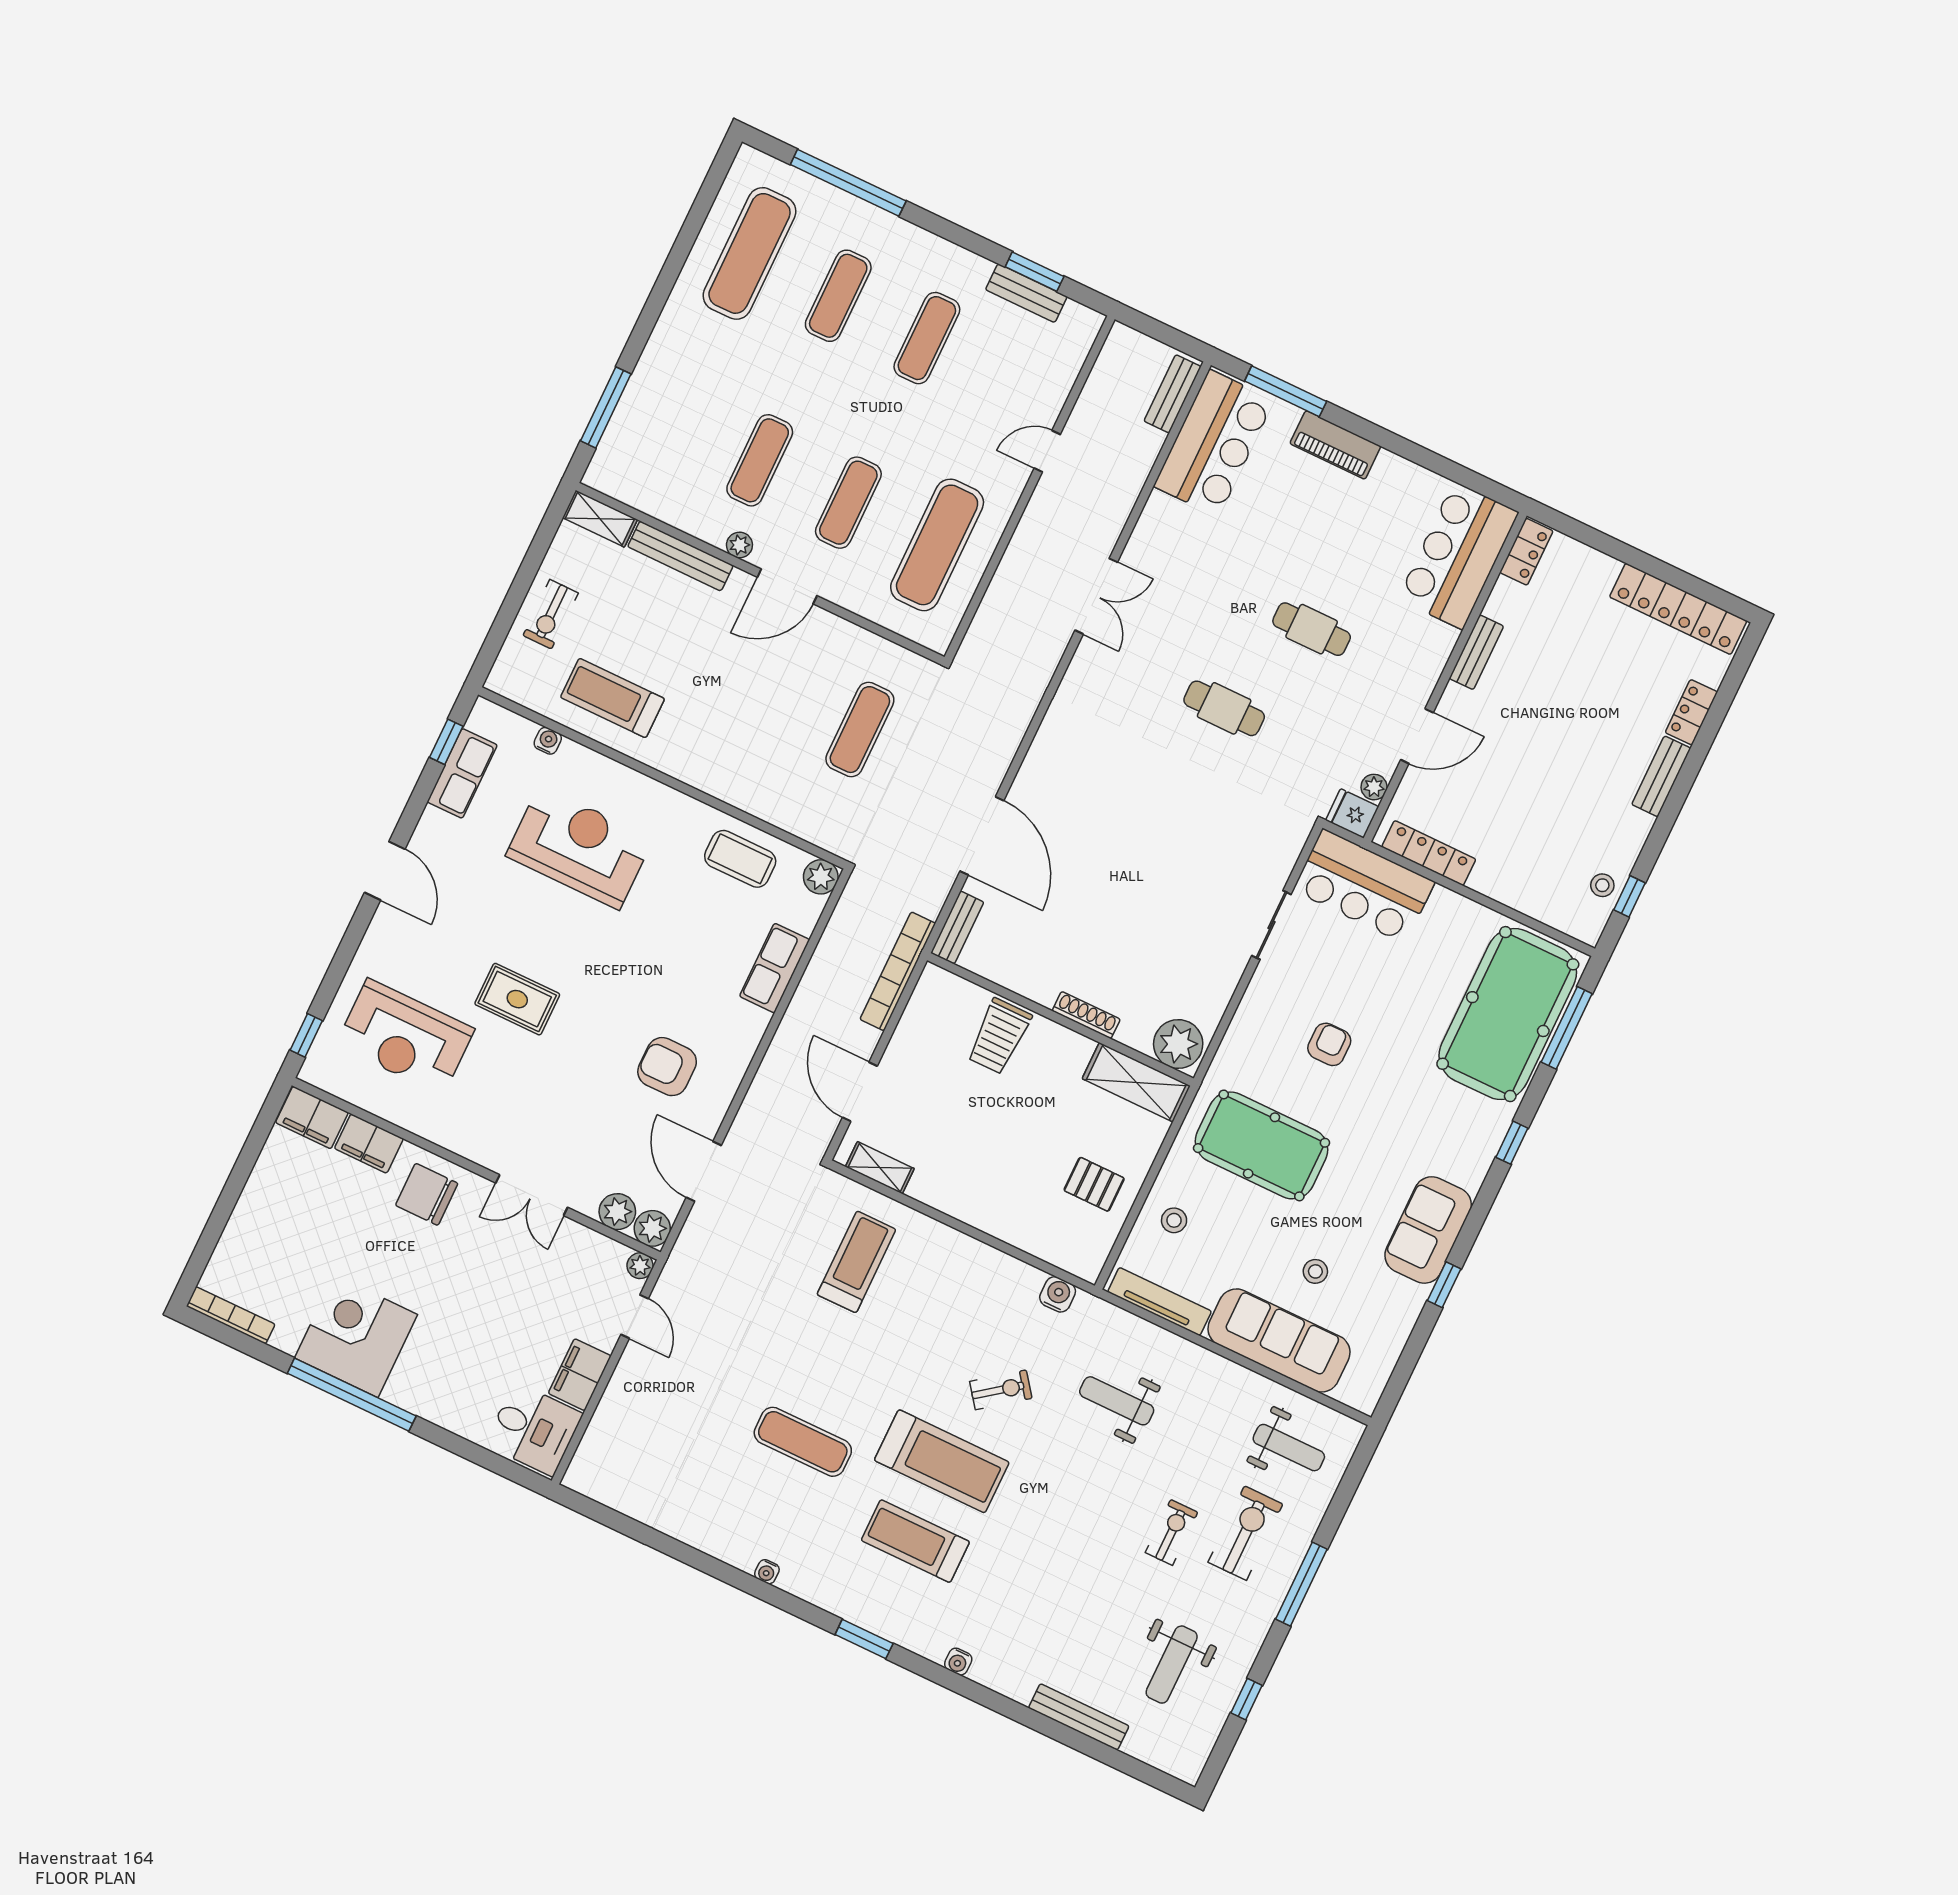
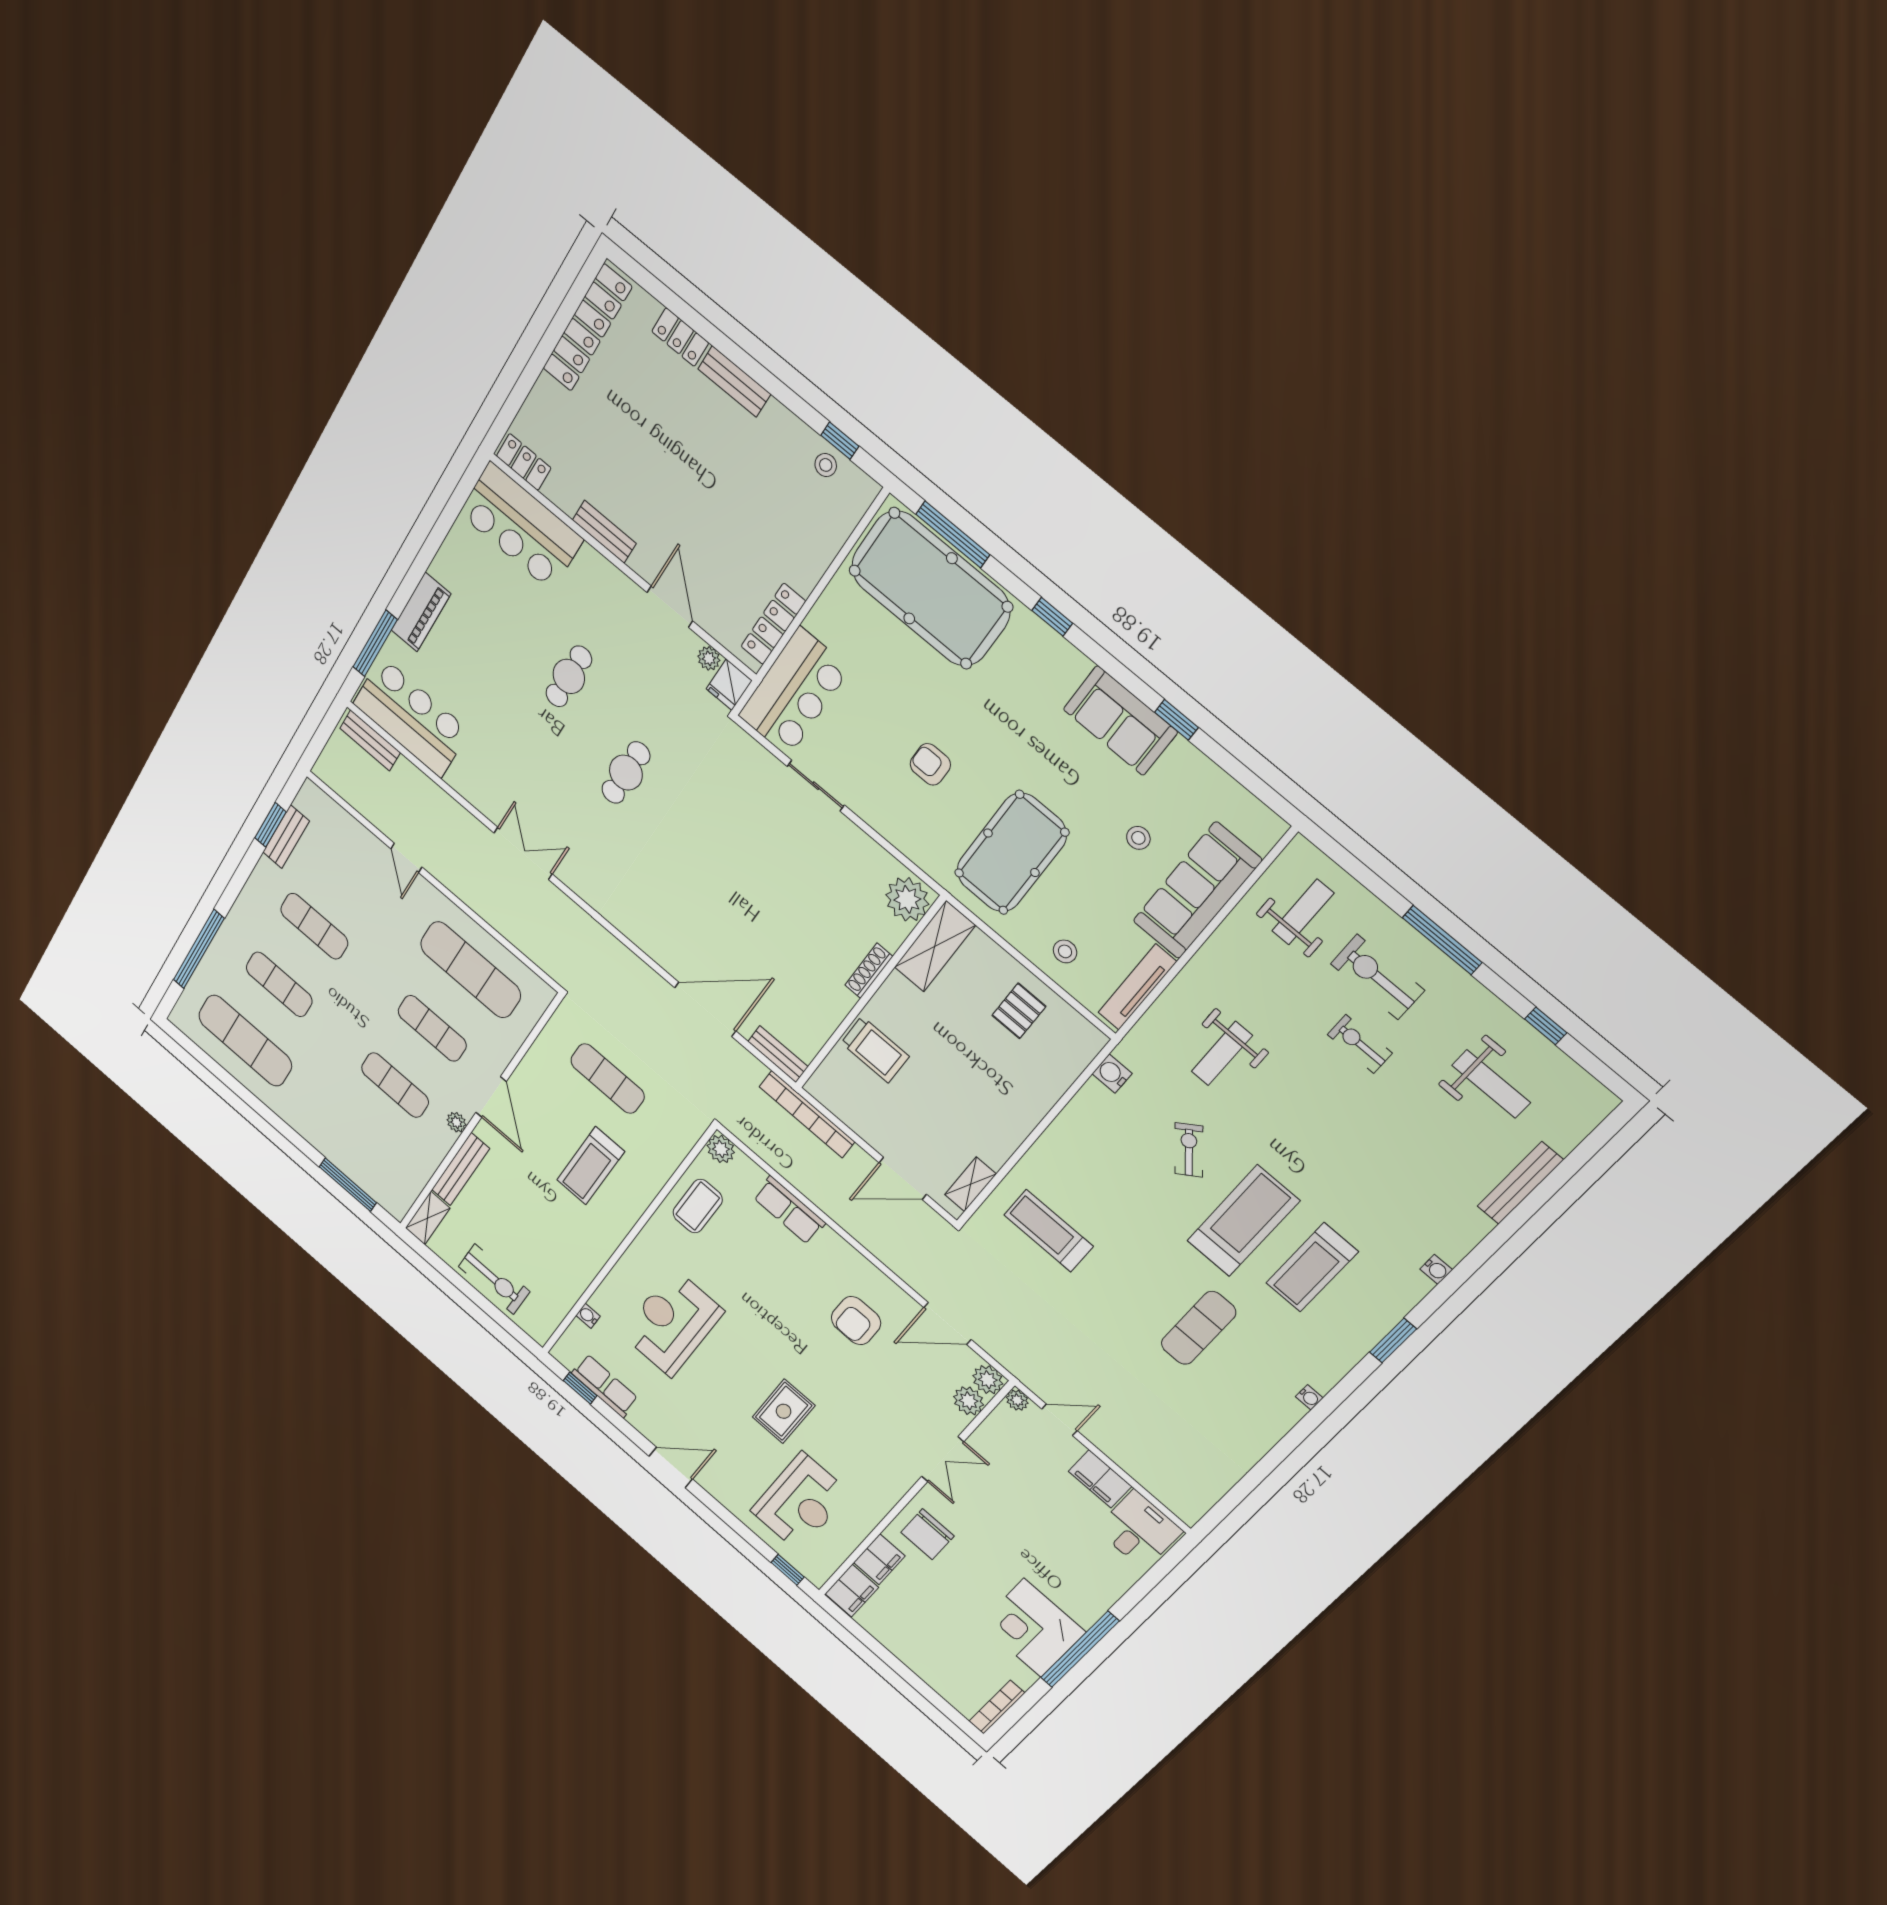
exercise bike: (551, 614) -> (494, 1279), width x1.38, depth x1.39
treadmill: (612, 698) -> (591, 1166), moved

